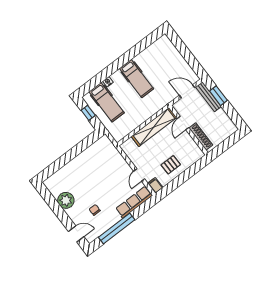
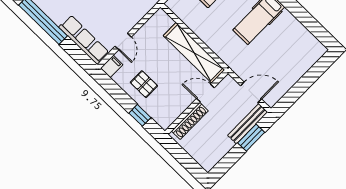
door: (187, 91) -> (251, 92), hinge flipped
window: (192, 171) -> (140, 115), added
door: (139, 175) -> (123, 42), swing flipped

